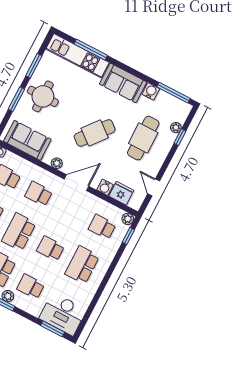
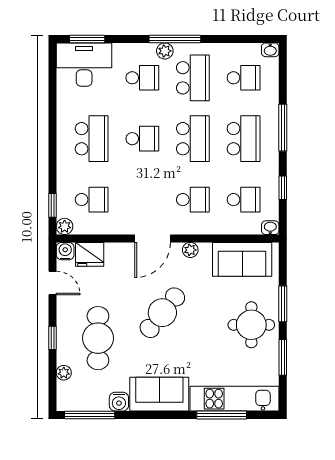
window: (180, 137) -> (53, 338), moved
water cooler: (105, 187) -> (65, 251), moved

